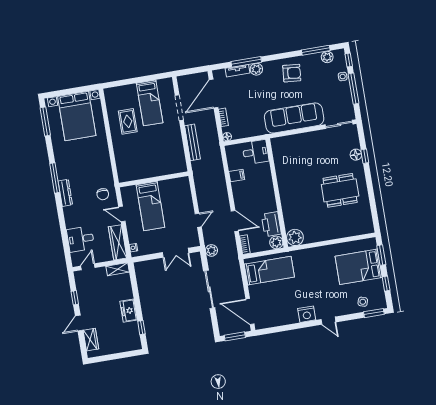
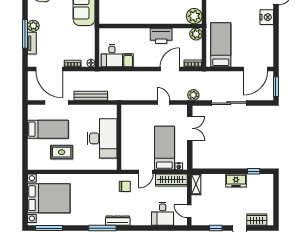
desk: (255, 152) -> (112, 56), moved, turned 180
desk: (149, 162) -> (102, 138), added
bed: (150, 206) -> (164, 148), moved, turned -90
printer: (271, 224) -> (161, 36), moved

